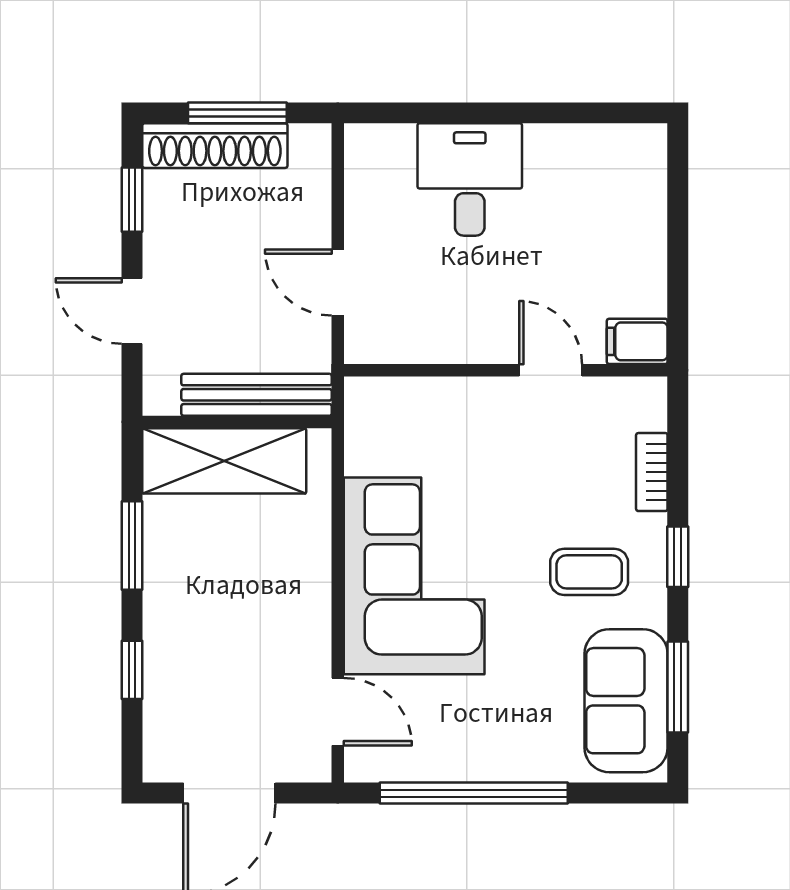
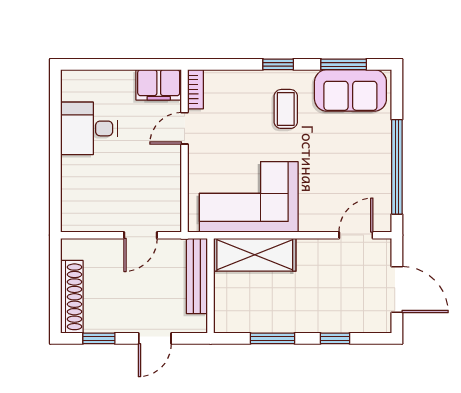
window: (237, 113) -> (55, 286), removed
desk: (470, 180) -> (89, 128), moved
filing cabinet: (637, 341) -> (159, 85), width x2.00
shelving: (224, 461) -> (255, 255), moved, turned 90
bookcase: (652, 472) -> (196, 89), moved, turned -90
corner sofa: (414, 576) -> (249, 197), moved

